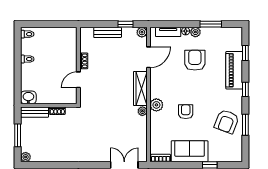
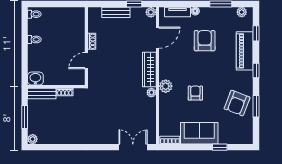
plant: (195, 32) -> (242, 12), moved

